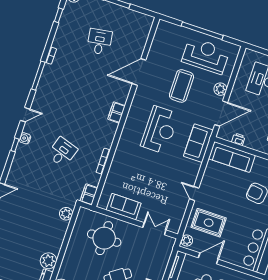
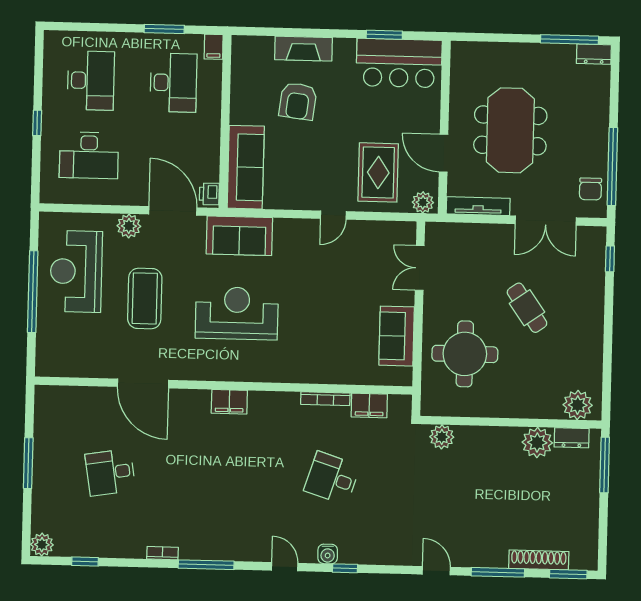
coffee table: (181, 86) -> (145, 298), turned 90
printer: (238, 139) -> (209, 194), moved
filing cabinet: (89, 194) -> (369, 405), moved

